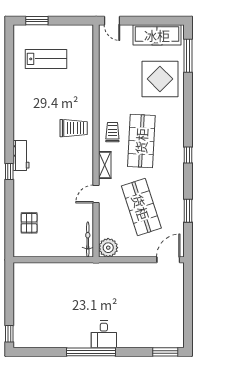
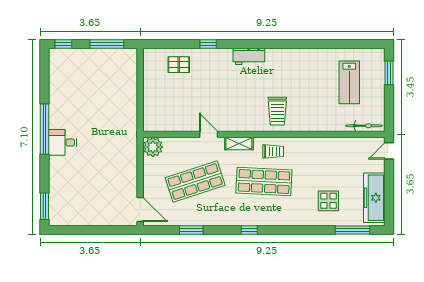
display table: (160, 79) -> (328, 201), width x0.54, depth x0.54
window: (9, 172) -> (208, 44), moved
bicycle: (88, 239) -> (364, 126), moved
window: (9, 292) -> (107, 44), added

